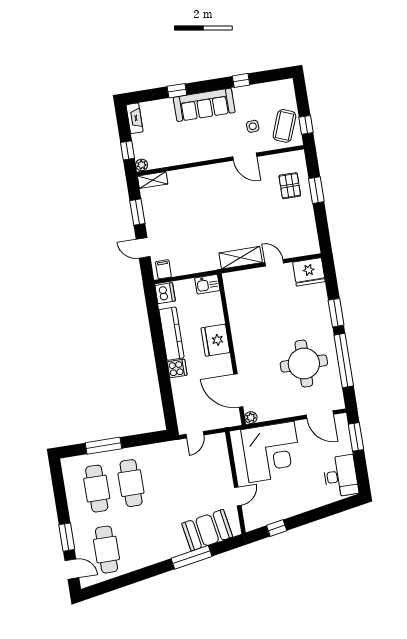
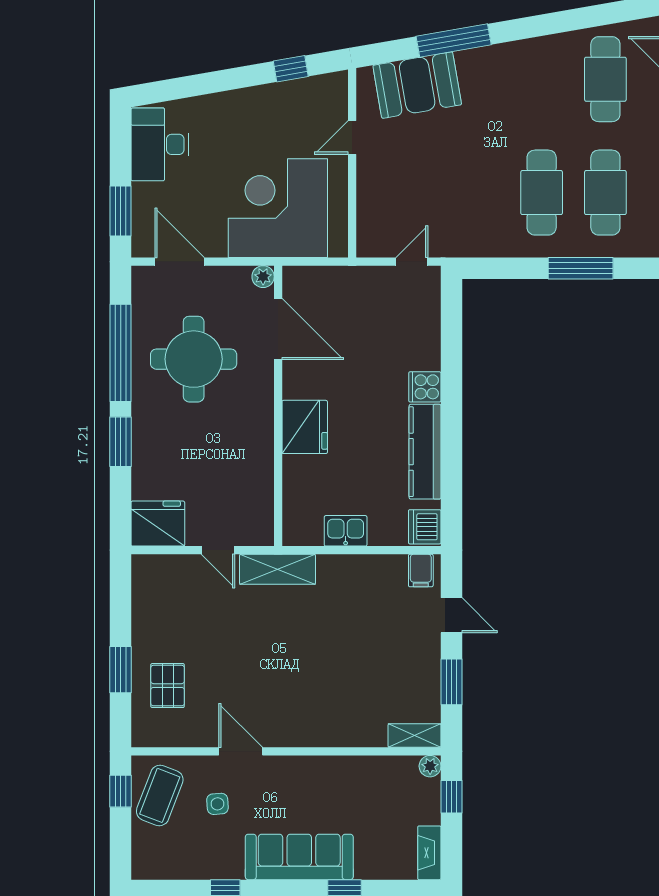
fridge: (216, 340) -> (305, 427), moved
wall: (232, 349) -> (278, 406), moved
door: (238, 391) -> (278, 329), moved
plant: (251, 417) -> (263, 277), moved

